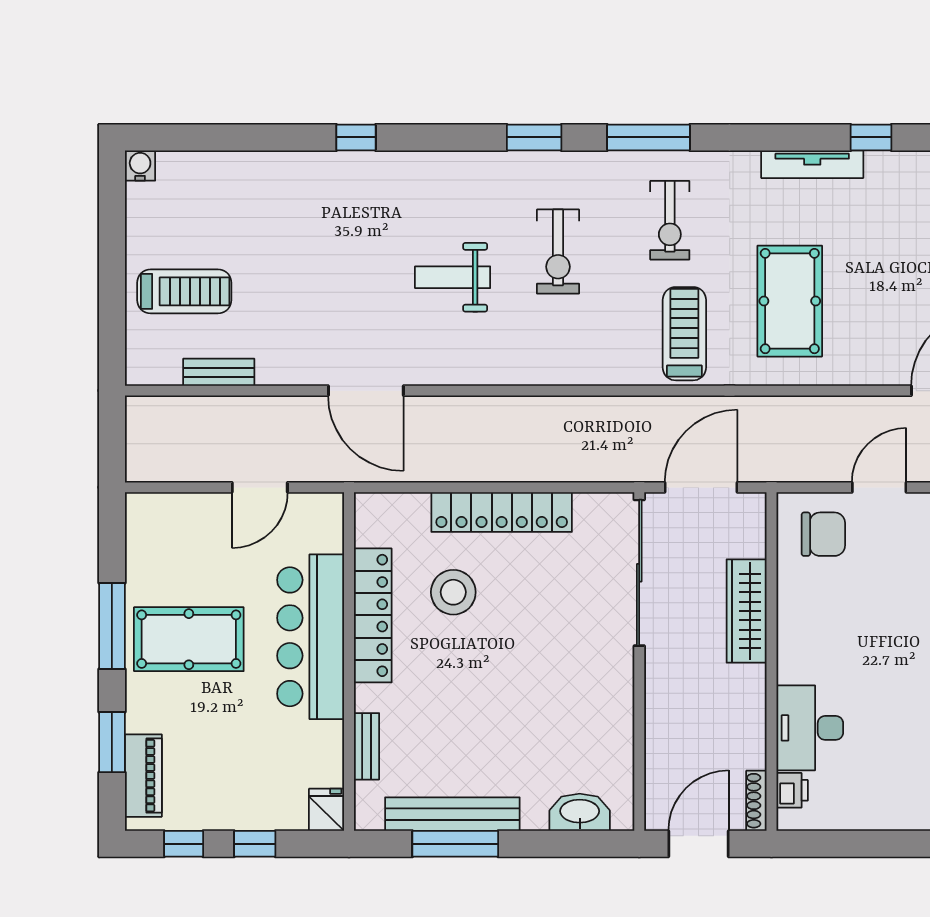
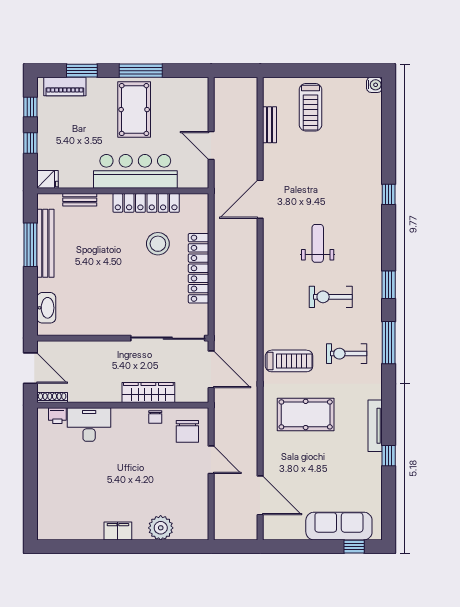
chair: (795, 598) -> (155, 417), added

